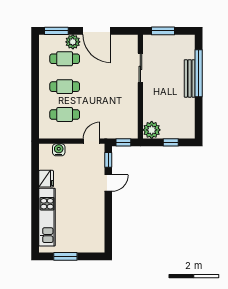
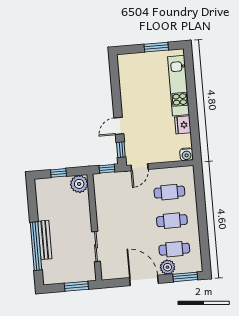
water cooler: (59, 150) -> (186, 154), moved

